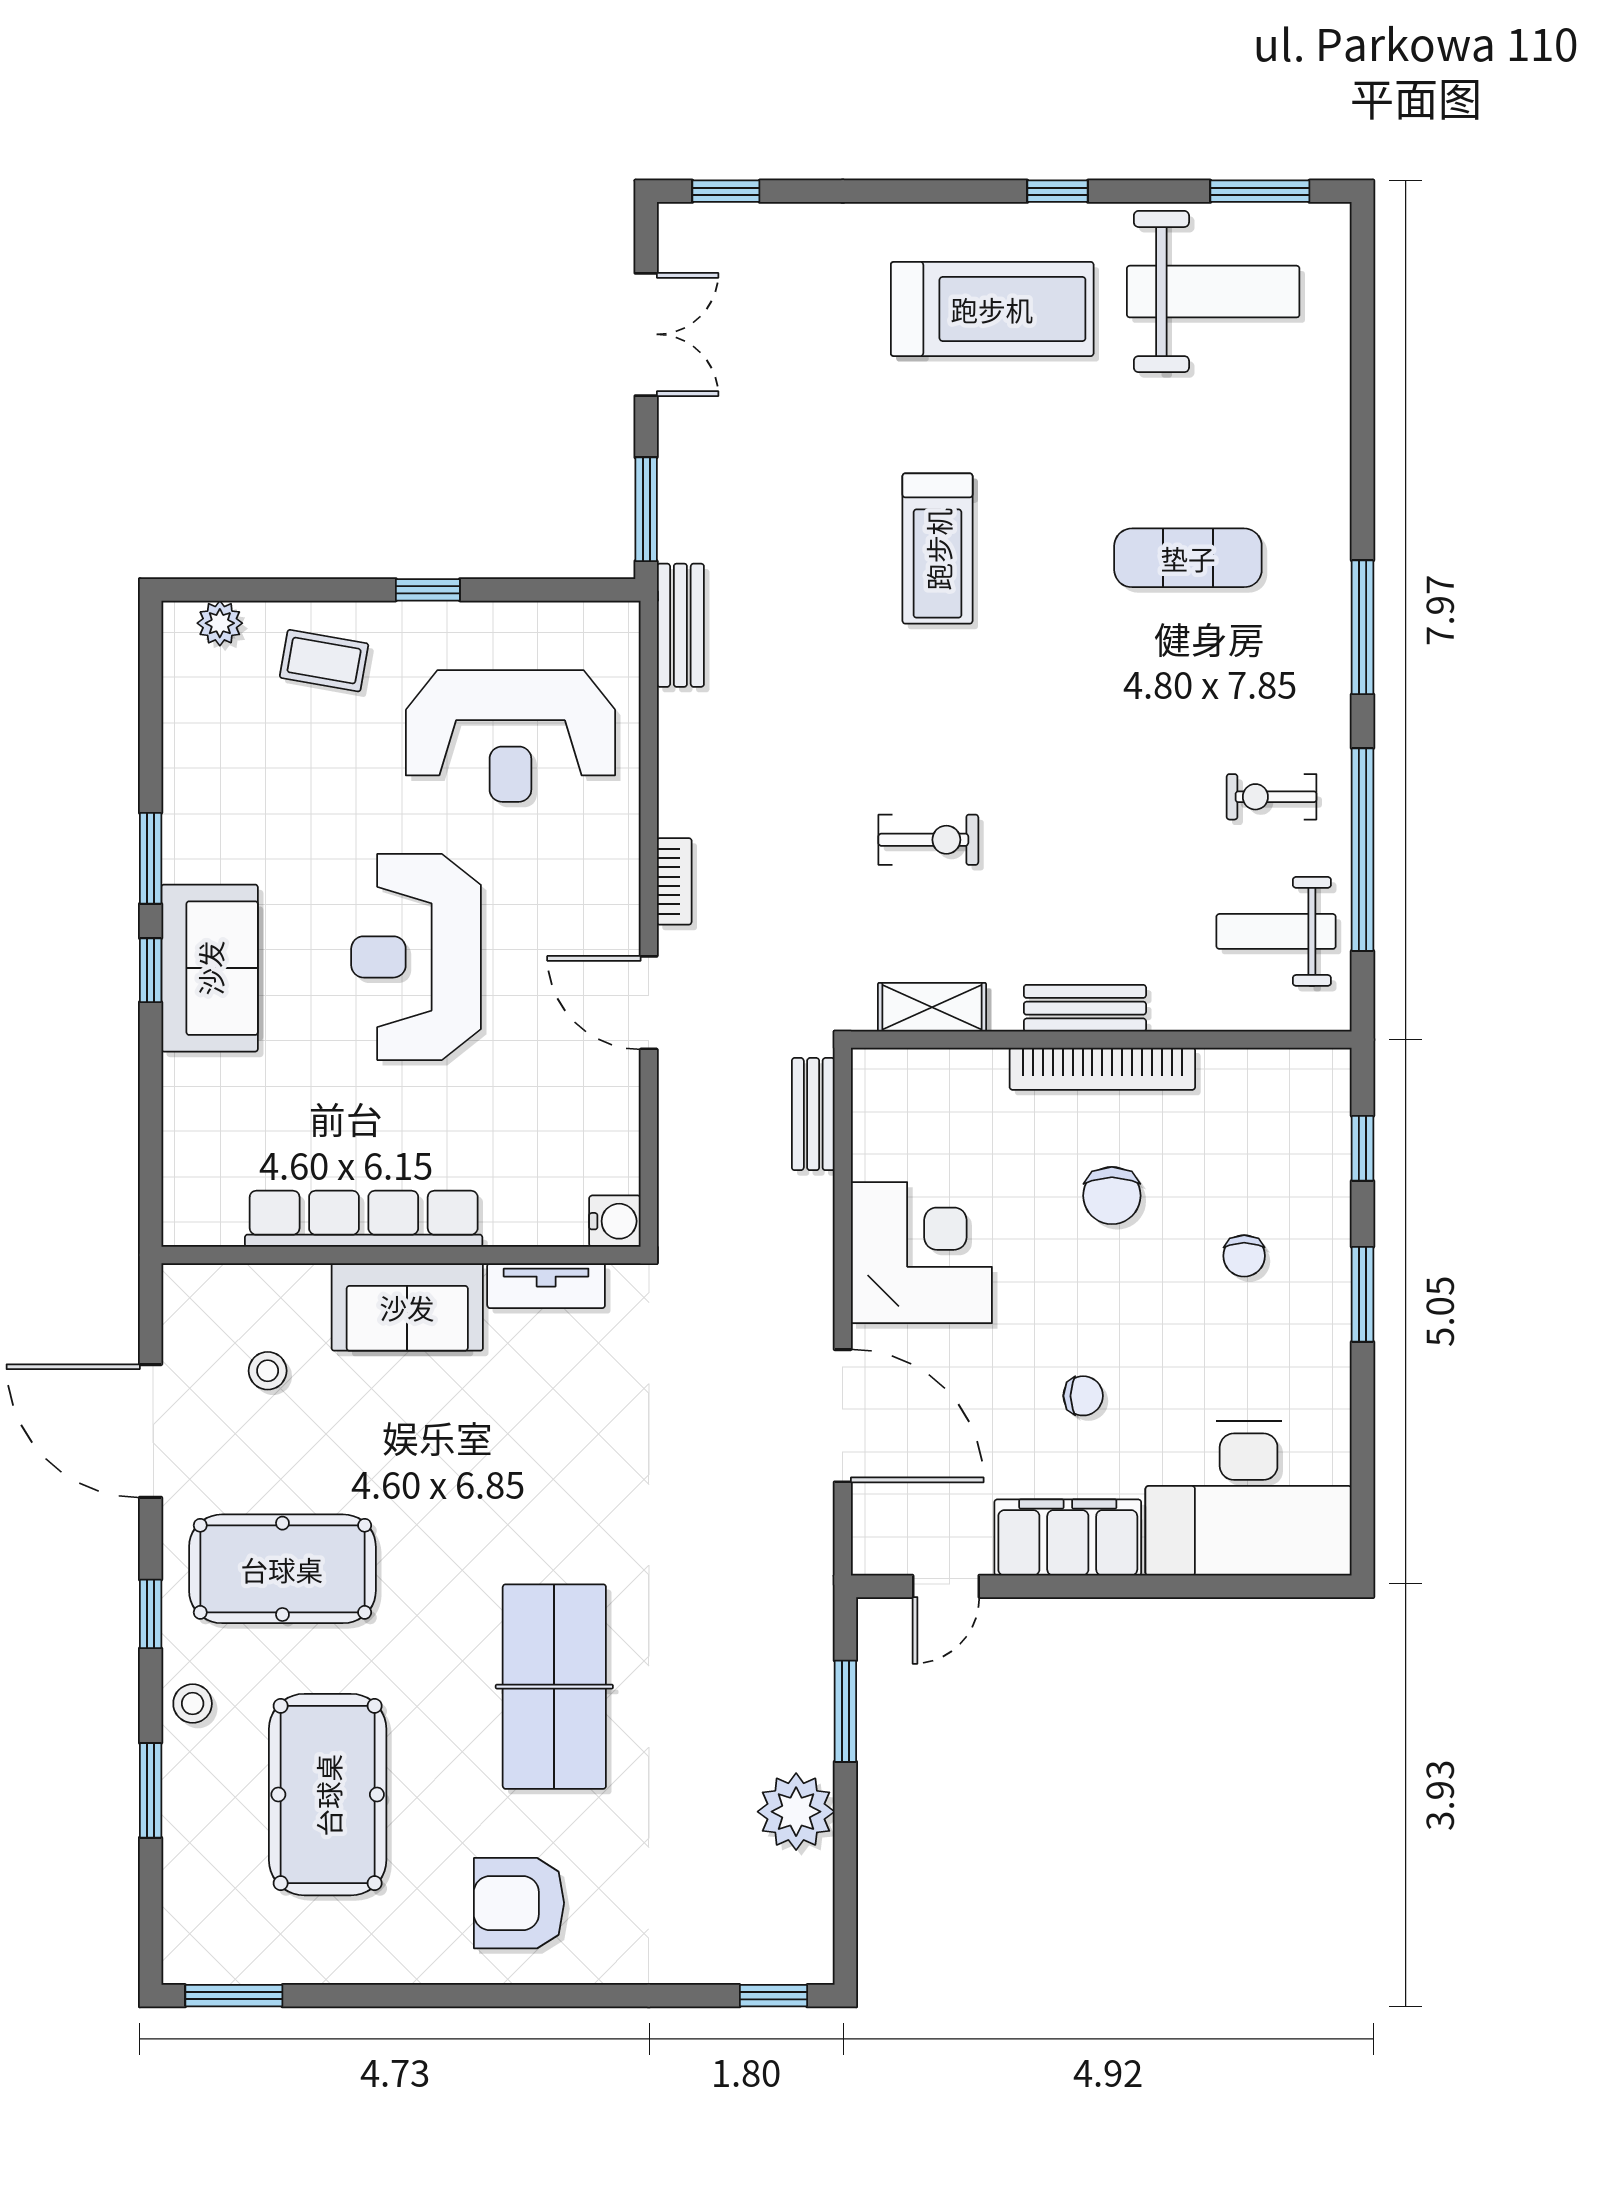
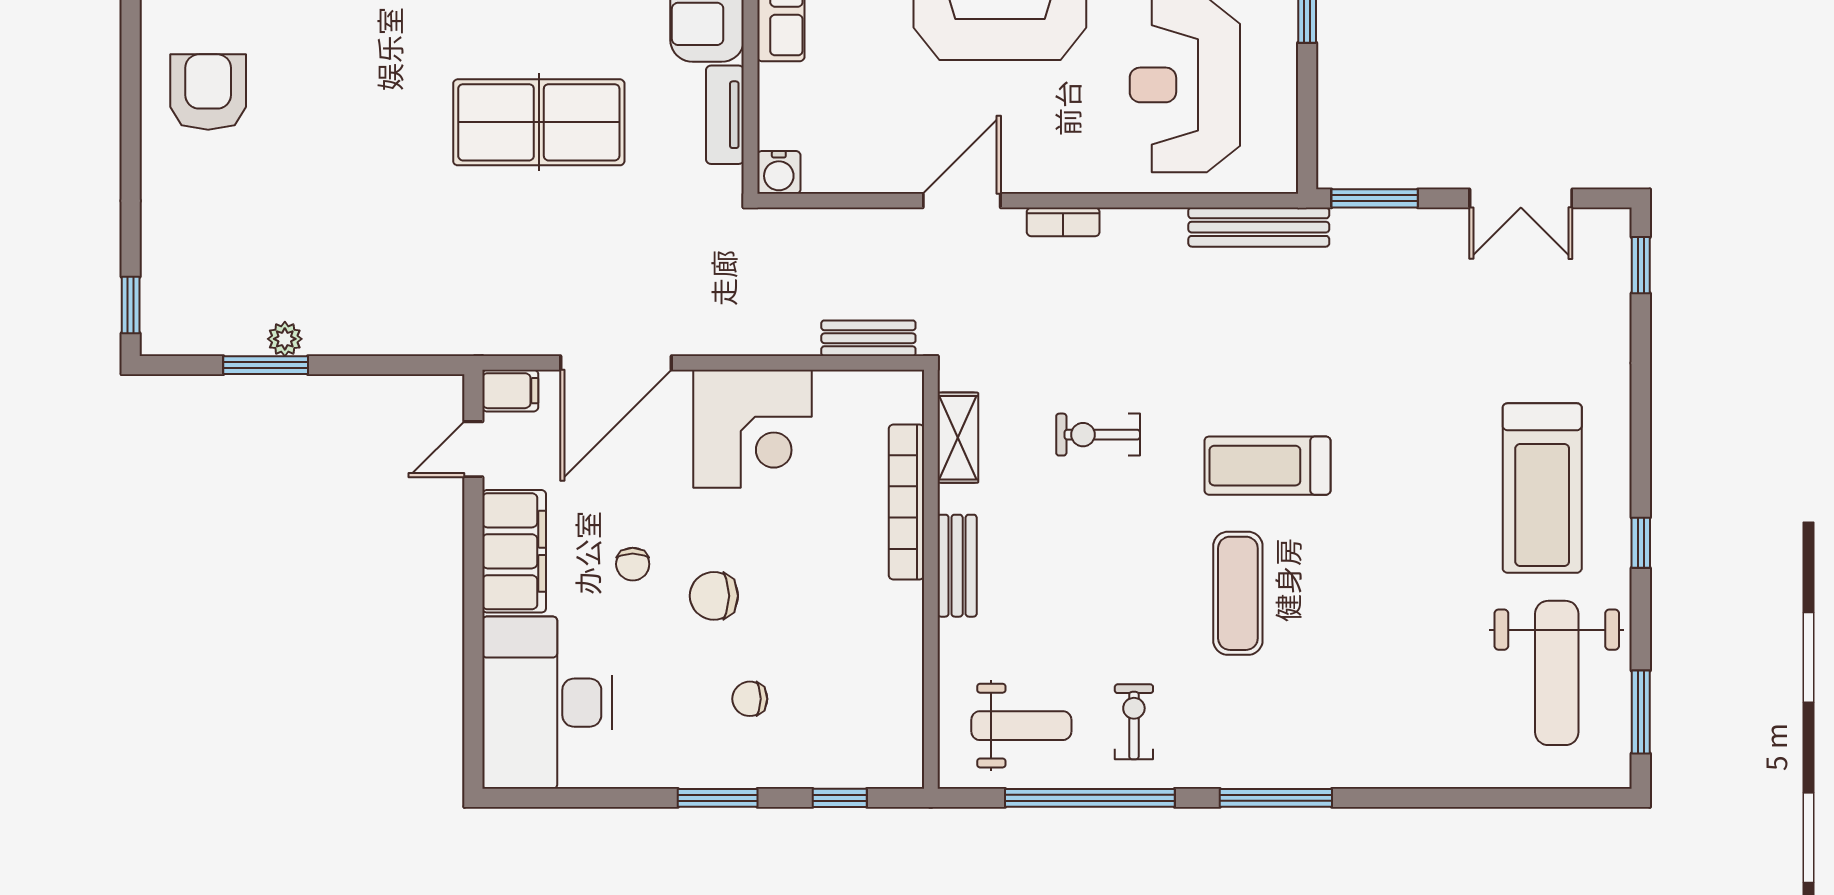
treadmill: (938, 549) -> (1267, 466), moved
exercise mat: (1188, 558) -> (1238, 593), moved
bench: (680, 625) -> (1259, 227), width x1.36
exercise bike: (928, 840) -> (1098, 435), turned 90
weight bench: (1276, 931) -> (1021, 726), turned 90
bookcase: (1102, 1069) -> (906, 502), moved
chair: (1112, 1196) -> (714, 596), moved
filing cabinet: (876, 1542) -> (510, 391), added
door: (946, 1586) -> (473, 449), hinge flipped
table tennis table: (554, 1687) -> (539, 122), moved
window: (845, 1711) -> (266, 365), moved
plant: (796, 1812) -> (285, 339), width x0.53, depth x0.53

